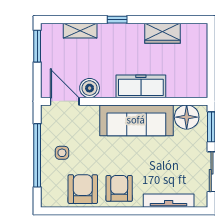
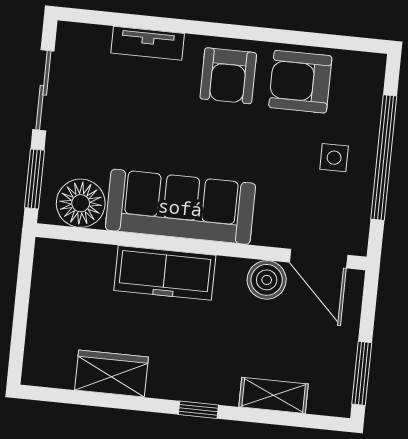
armchair: (83, 189) -> (300, 82), turned 90
tv unit: (169, 201) -> (148, 43), width x0.71

